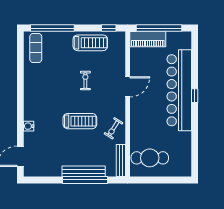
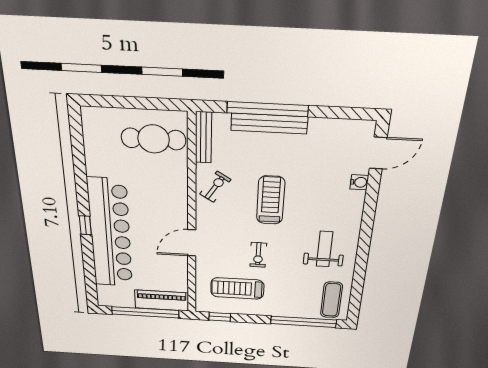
treadmill: (90, 43) -> (237, 288), moved
weight bench: (44, 88) -> (325, 249), added
treadmill: (80, 121) -> (271, 200), turned 90
water cooler: (29, 126) -> (359, 182), moved

